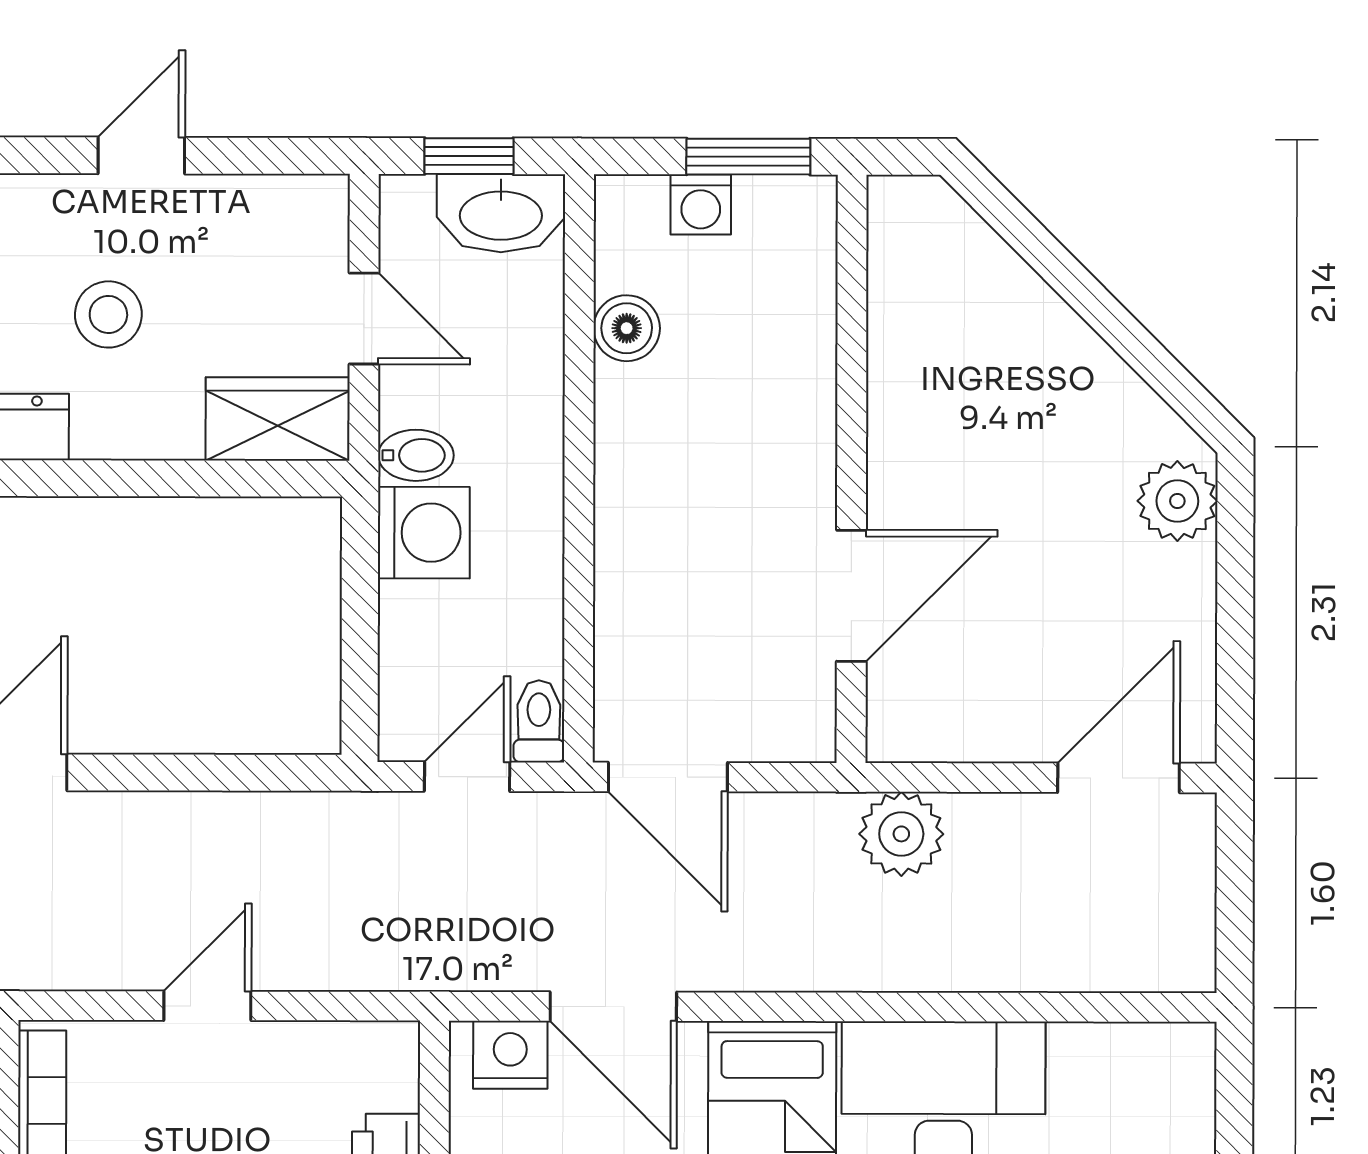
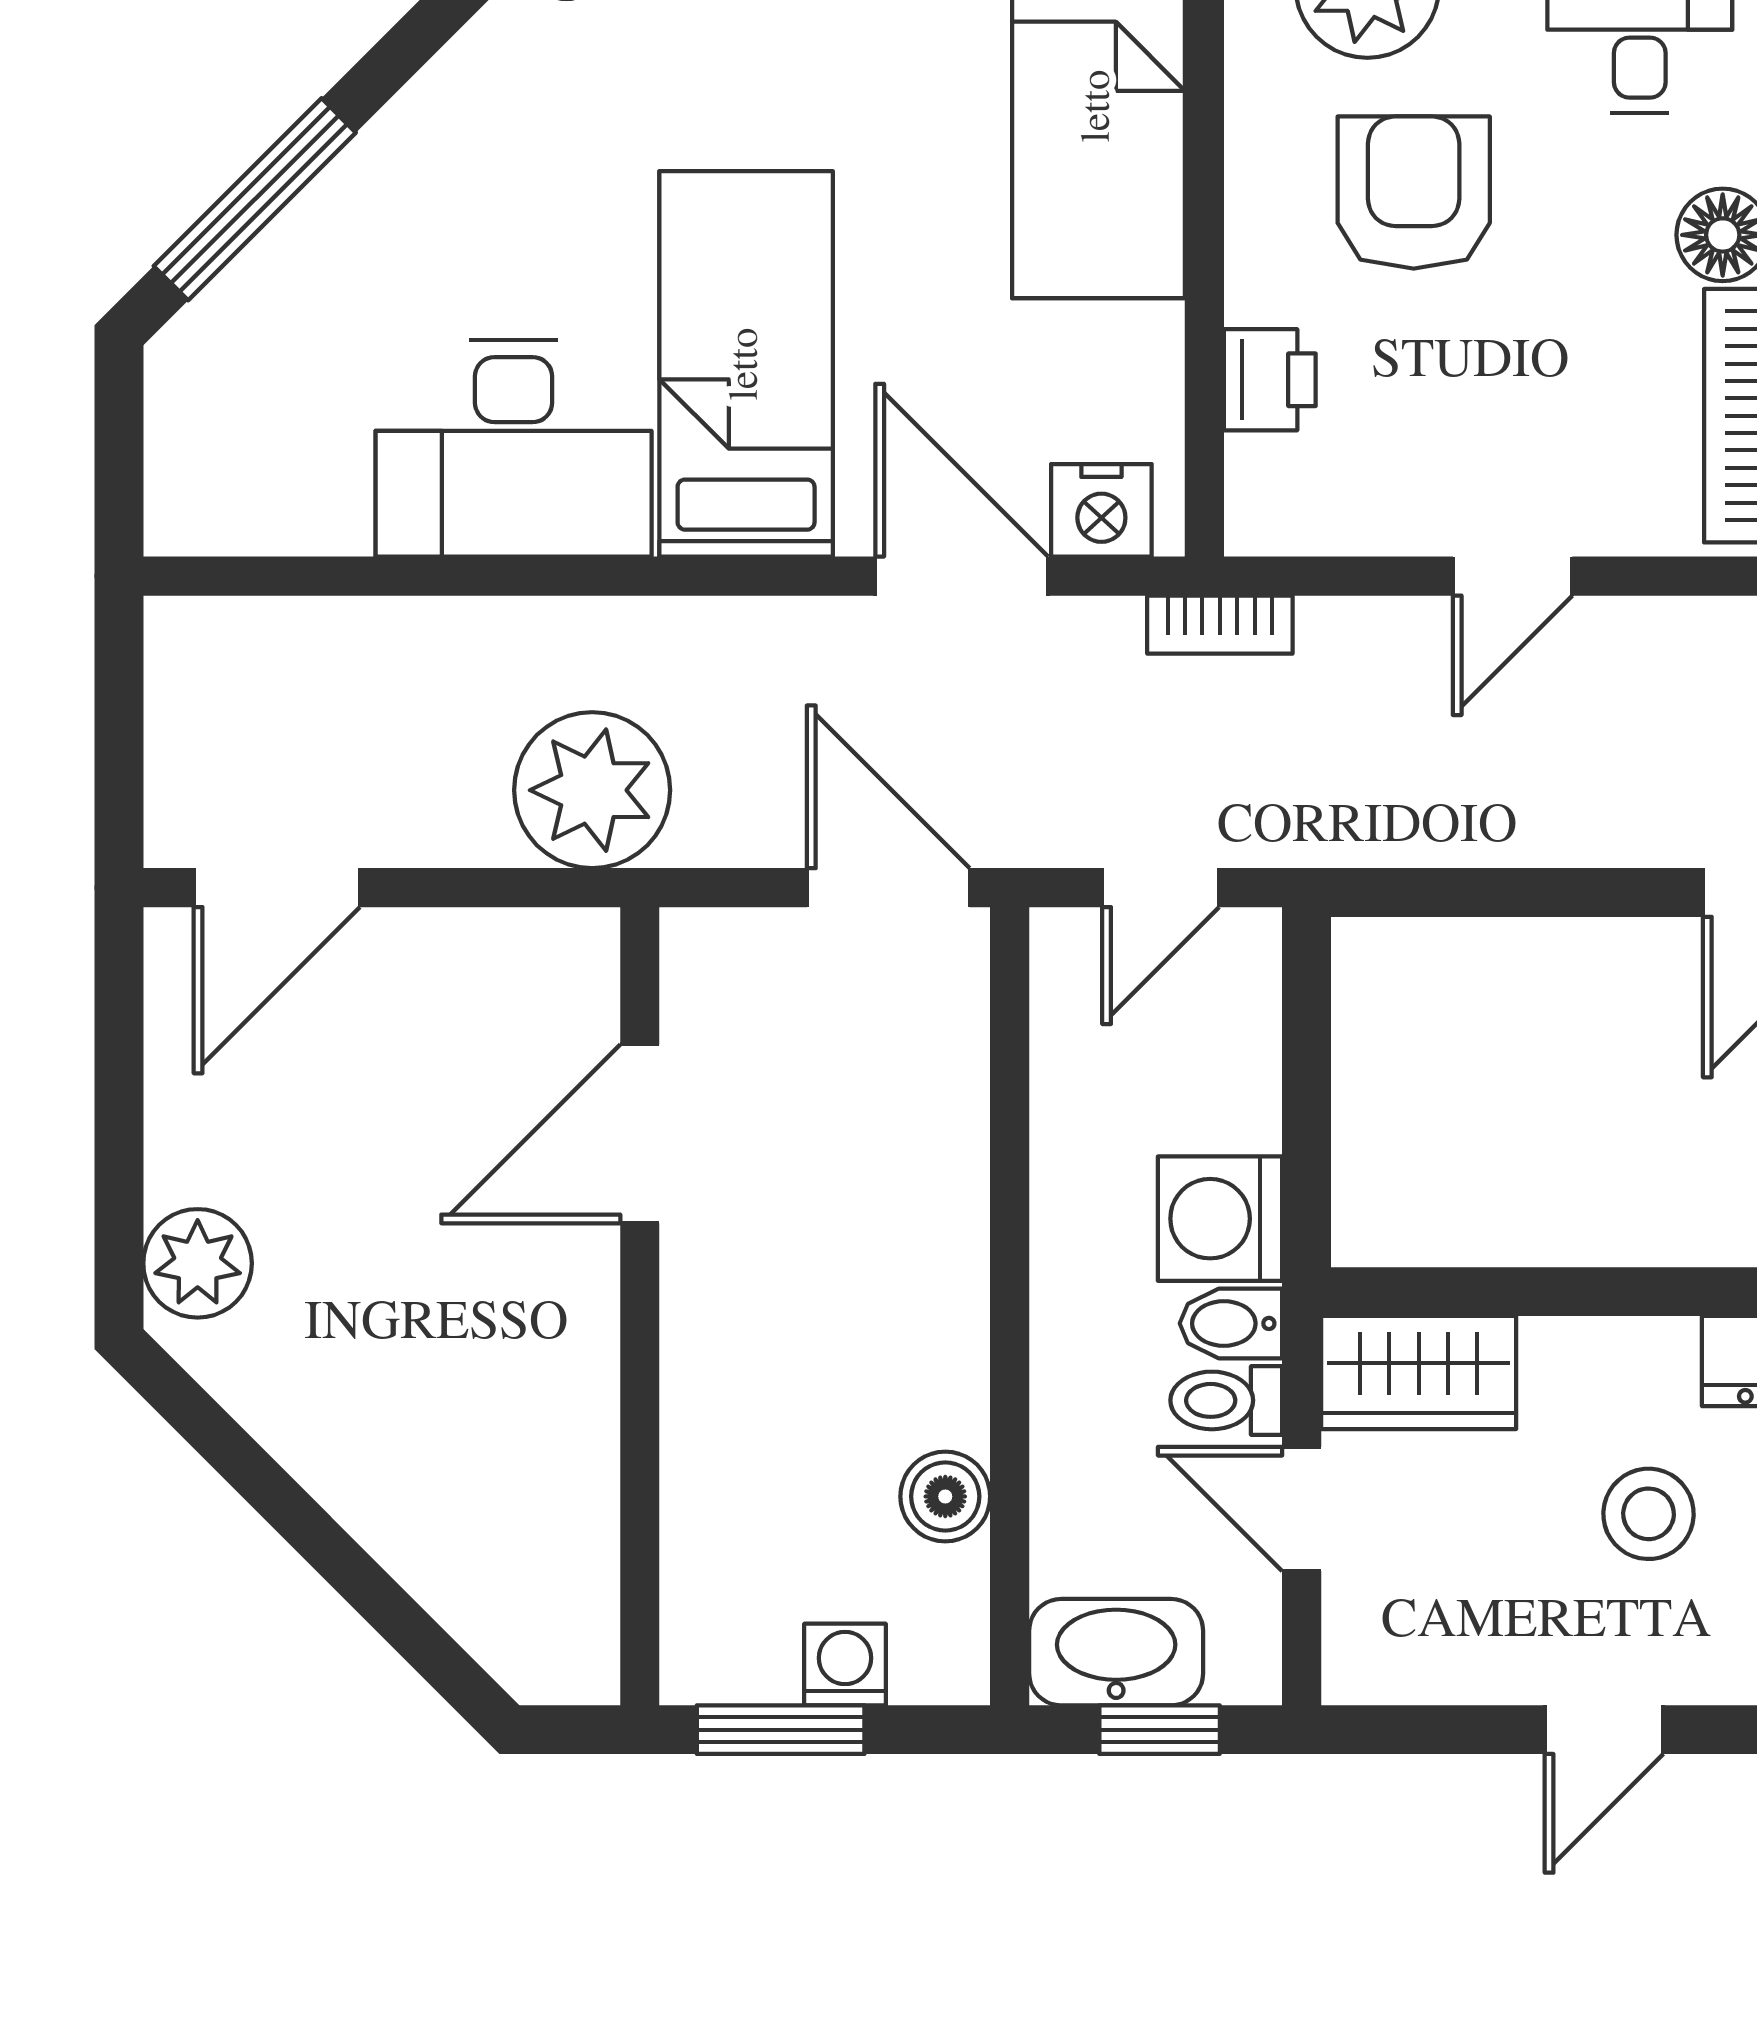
toilet: (539, 721) -> (1226, 1400), moved, turned 90
plant: (901, 834) -> (592, 790), width x1.36, depth x1.36
bookcase: (423, 970) -> (1220, 625), added

